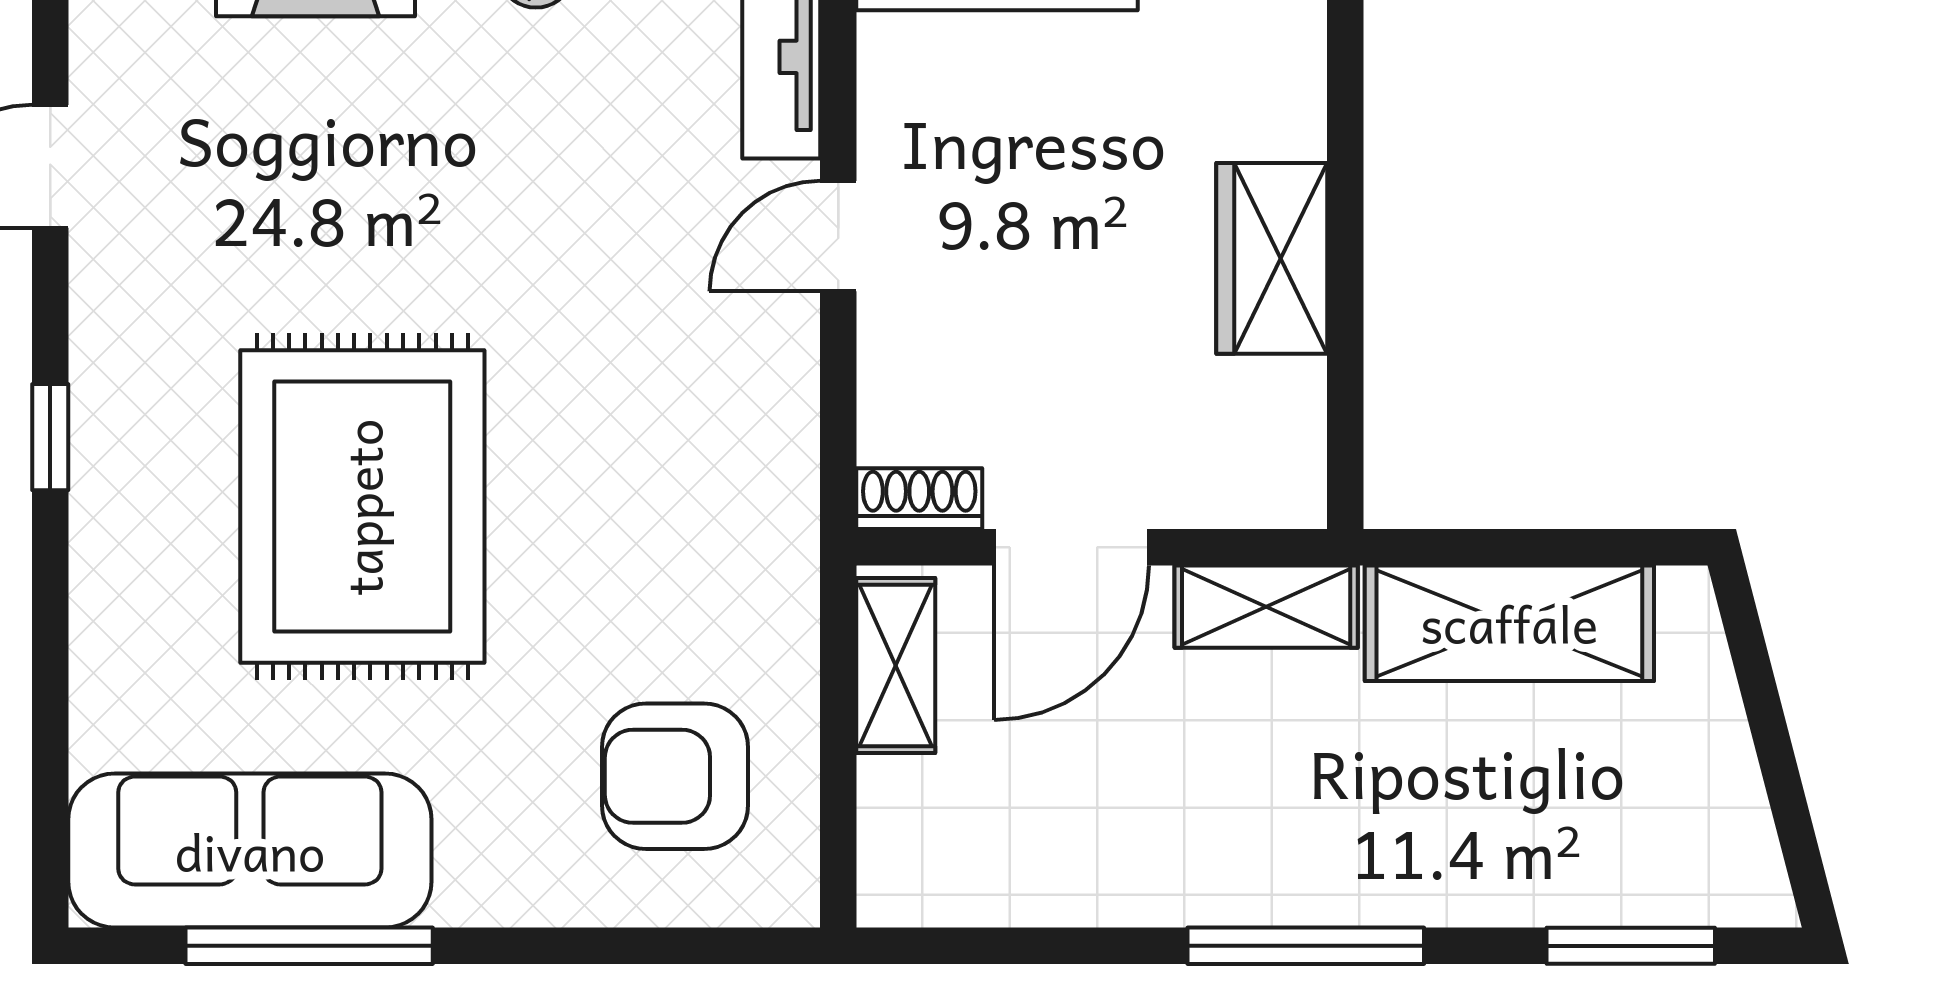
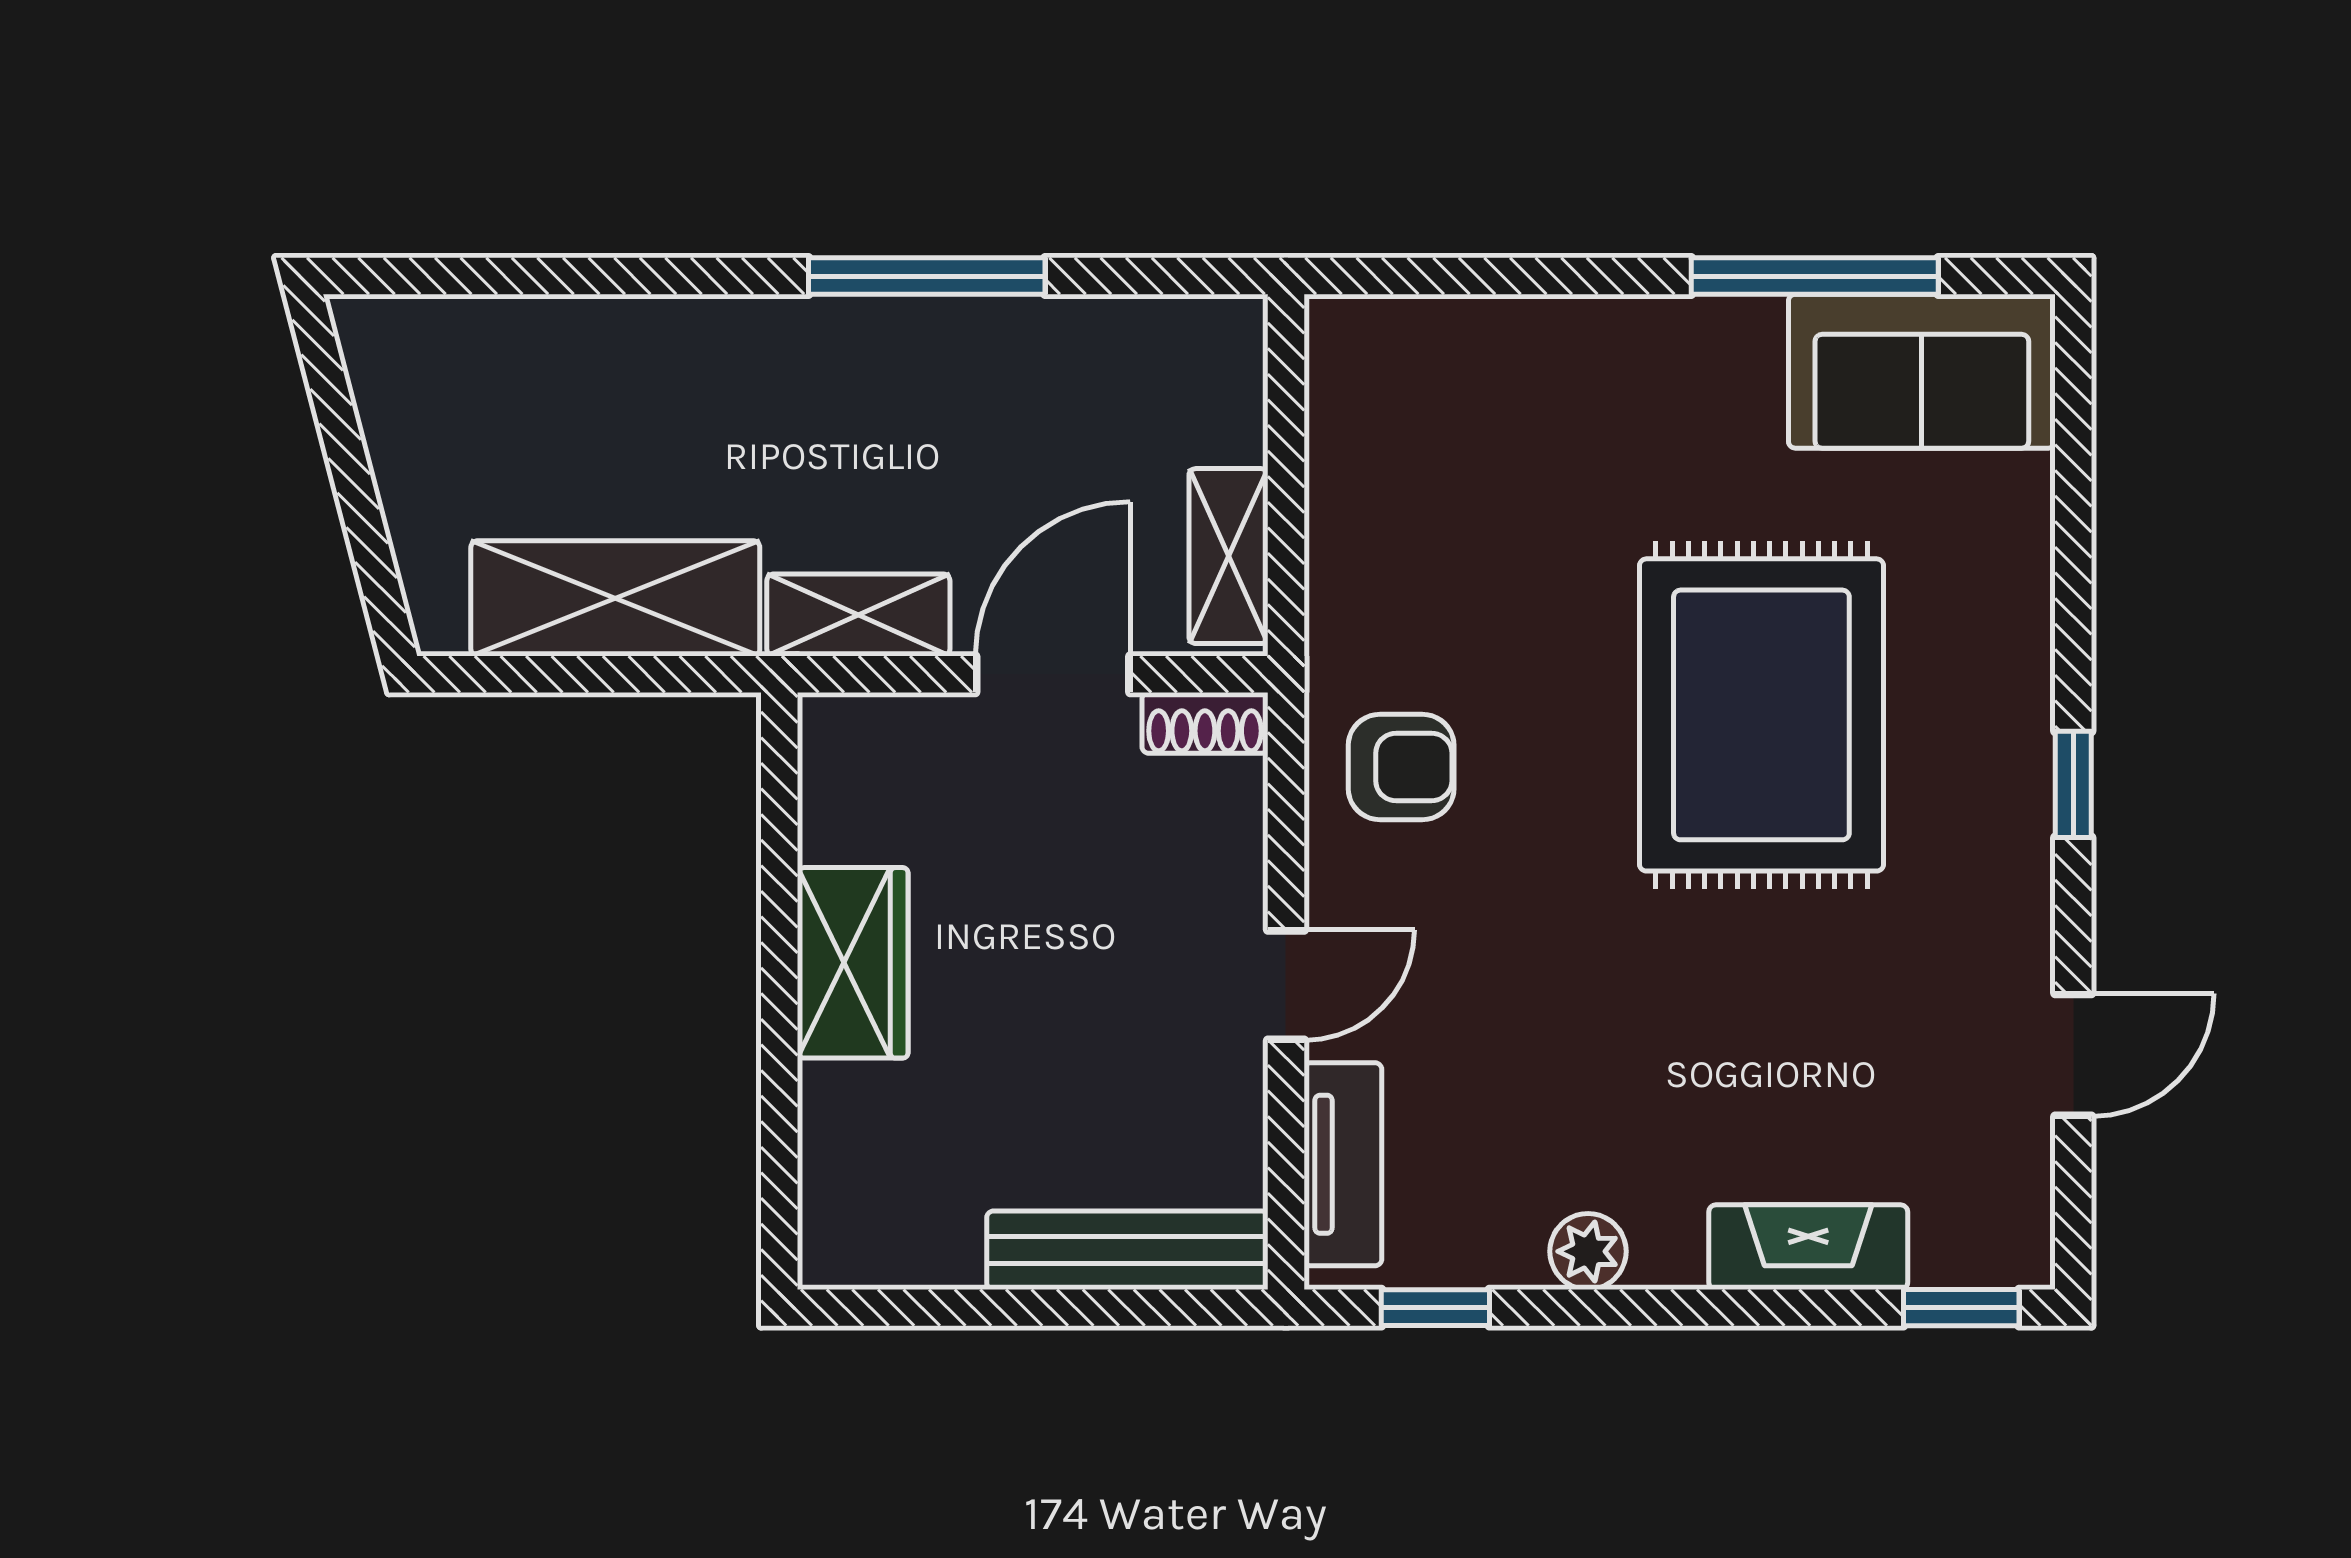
armchair: (675, 776) -> (1401, 767), moved, width x0.72, depth x0.72
sofa: (250, 851) -> (1922, 371), width x0.73
window: (1306, 946) -> (927, 276), moved
window: (1631, 946) -> (494, 276), removed

